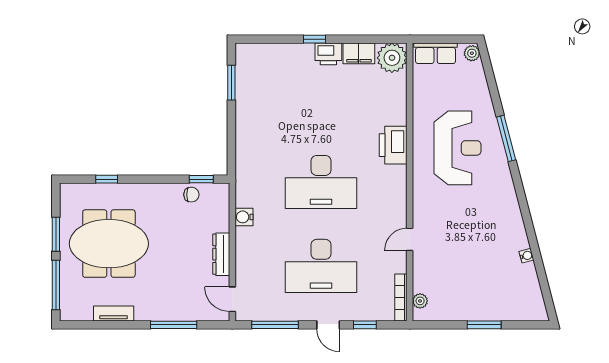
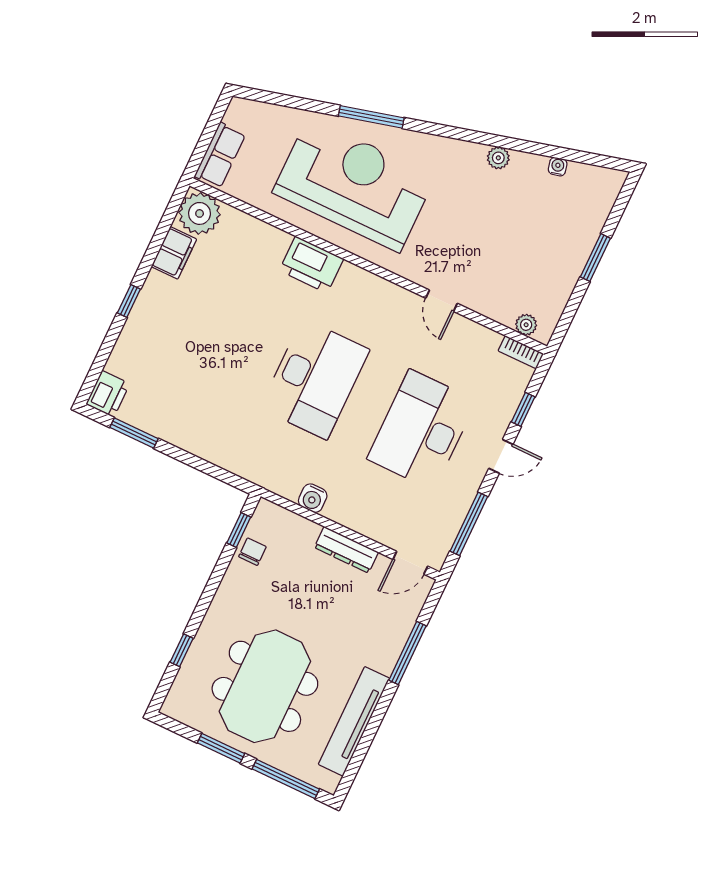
plant: (472, 53) -> (498, 158), moved
printer: (328, 54) -> (108, 394), moved
reception desk: (458, 148) -> (354, 184), width x1.36, depth x1.30
water cooler: (526, 256) -> (558, 167), moved
desk: (321, 266) -> (422, 430), turned 180
bookcase: (401, 297) -> (521, 352), width x0.64
tv unit: (114, 313) -> (354, 721), width x1.92, depth x1.29

